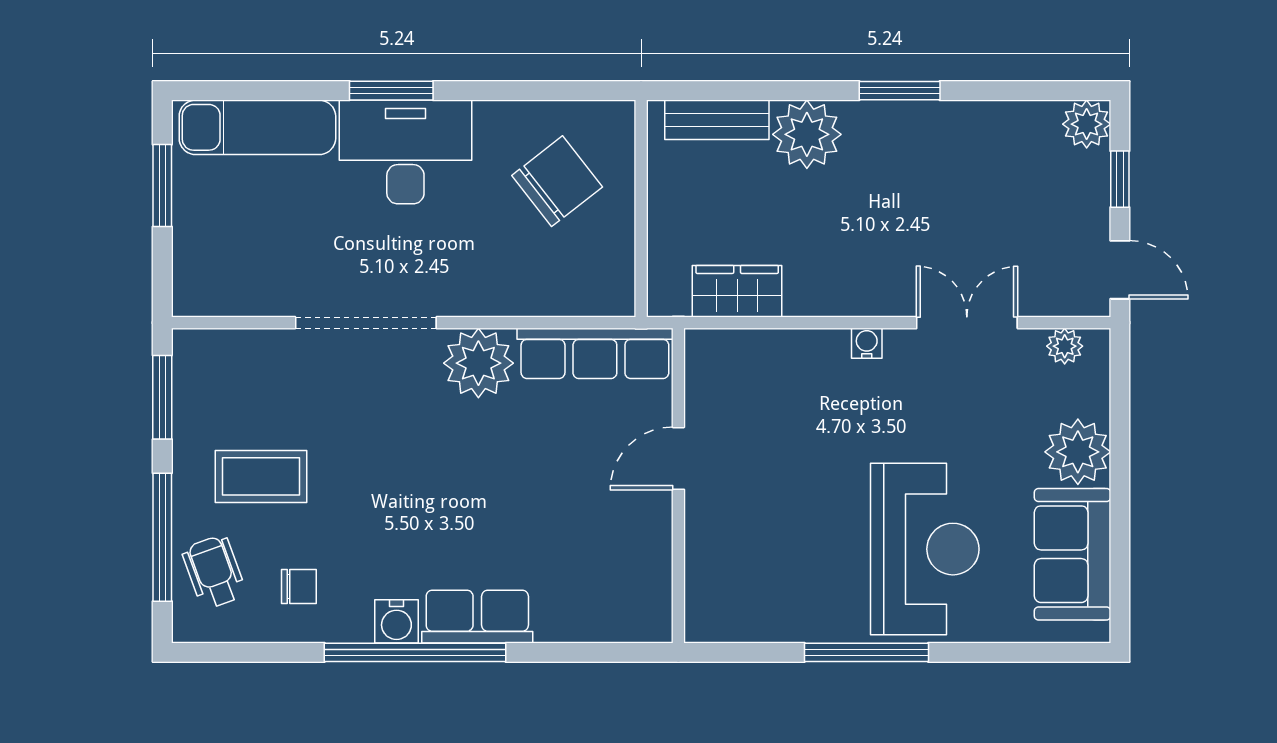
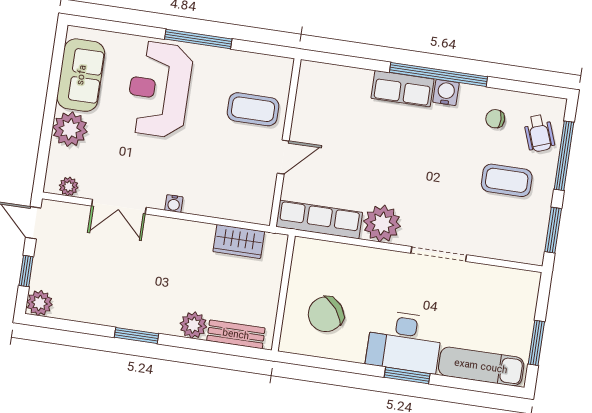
plant: (807, 134) -> (193, 325), width x0.73, depth x0.73
doorway: (366, 323) -> (439, 254), width x0.73
coffee table: (747, 538) -> (253, 109), added

